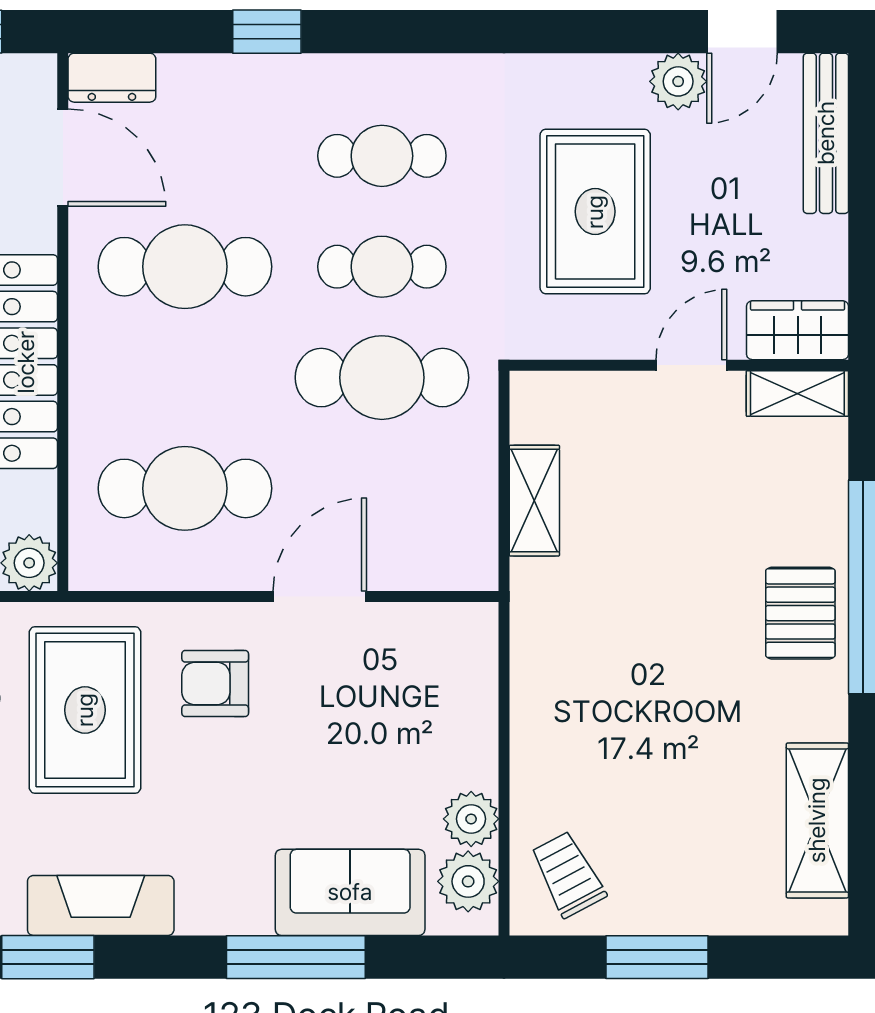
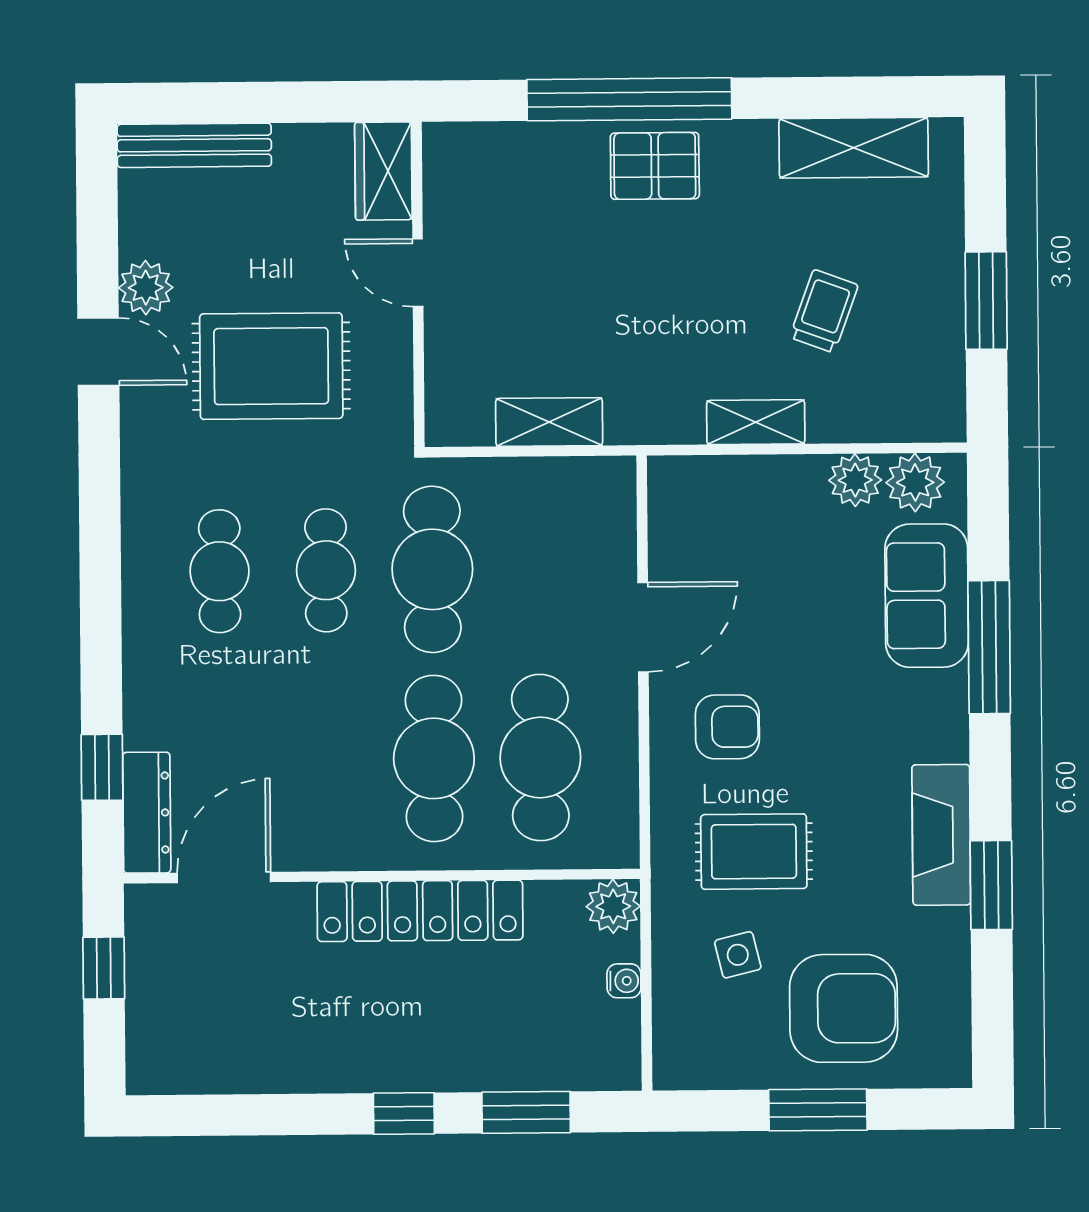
window: (267, 32) -> (102, 767), moved
door: (742, 32) -> (98, 352), moved
dresser: (112, 78) -> (147, 813), width x1.44
cafe table: (185, 267) -> (434, 758), moved
shelving: (797, 394) -> (756, 422), moved, turned 90
door: (320, 597) -> (643, 627), swing flipped
armchair: (215, 684) -> (727, 727), turned -90
rug: (85, 710) -> (754, 852), width x0.73, depth x0.70
trolley: (568, 874) -> (824, 311), moved, turned 138

